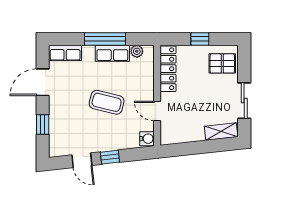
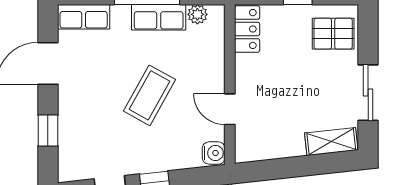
locker: (168, 69) -> (247, 29), width x0.66
coffee table: (107, 102) -> (149, 95), turned -75

